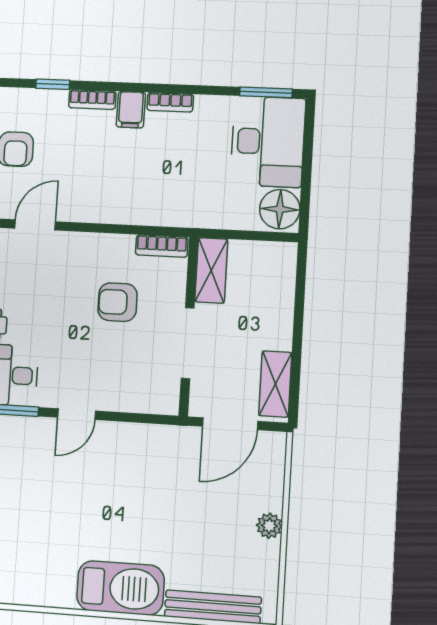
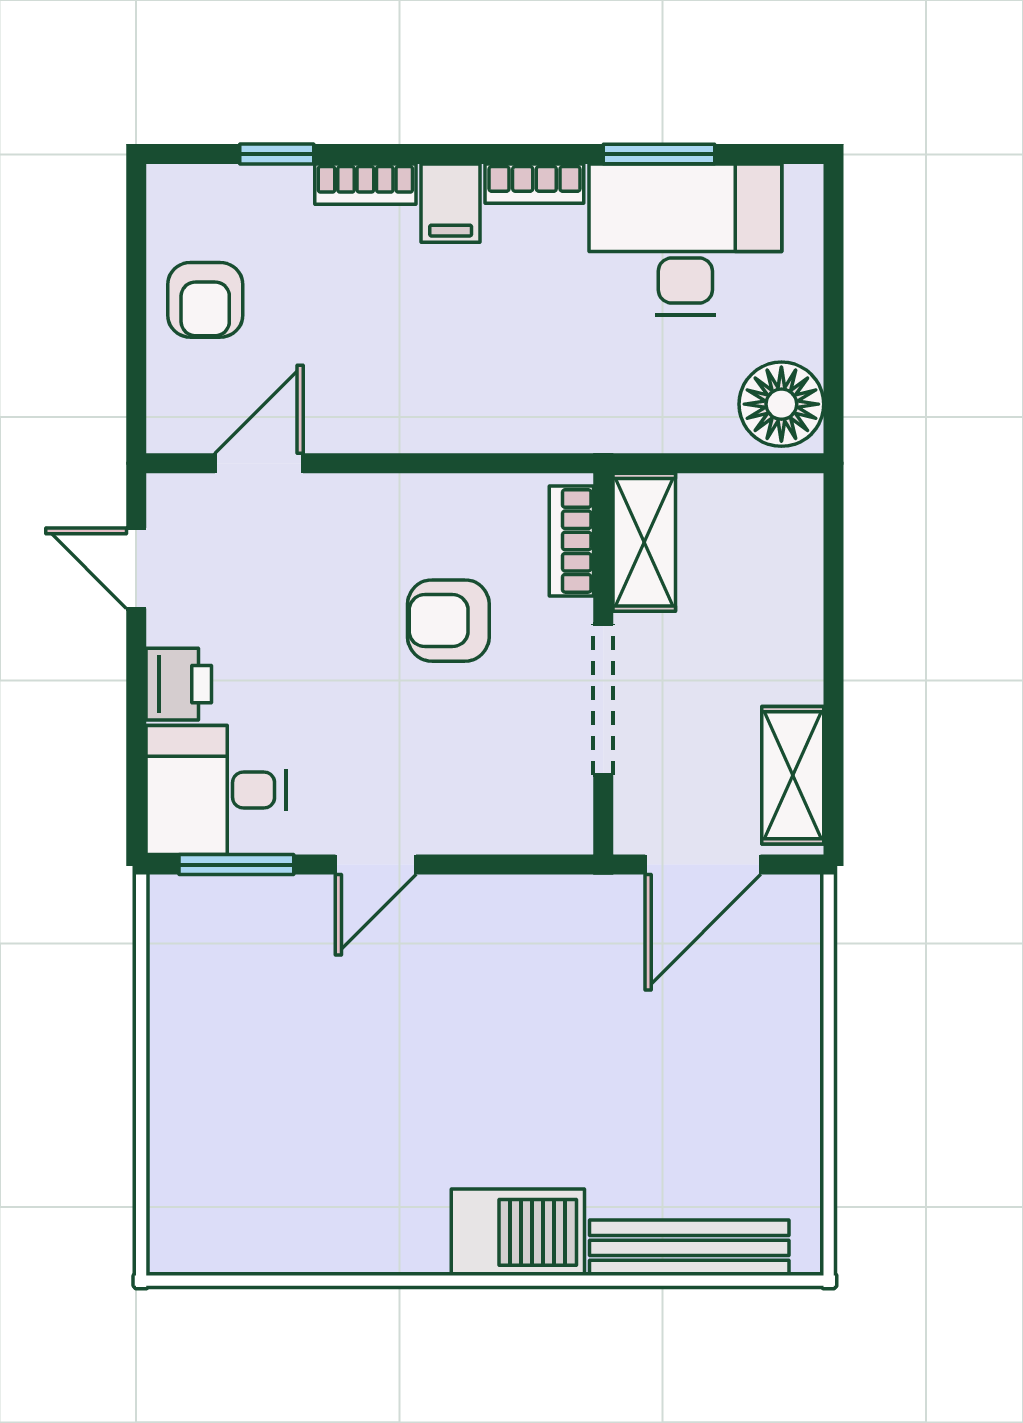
window: (266, 92) -> (659, 154), moved
desk: (268, 142) -> (685, 240), moved, turned -90
bookcase: (162, 246) -> (571, 541), moved, turned 90
plant: (269, 526) -> (797, 1072), removed
barbecue: (120, 588) -> (518, 1232), width x0.73, depth x0.83

